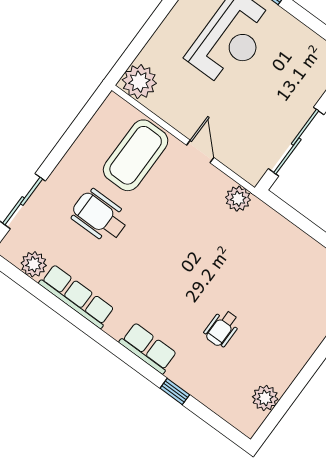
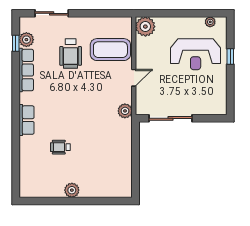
wheelchair: (100, 216) -> (71, 54), turned 180
window: (175, 391) -> (16, 43), moved
plant: (265, 398) -> (72, 190), moved

